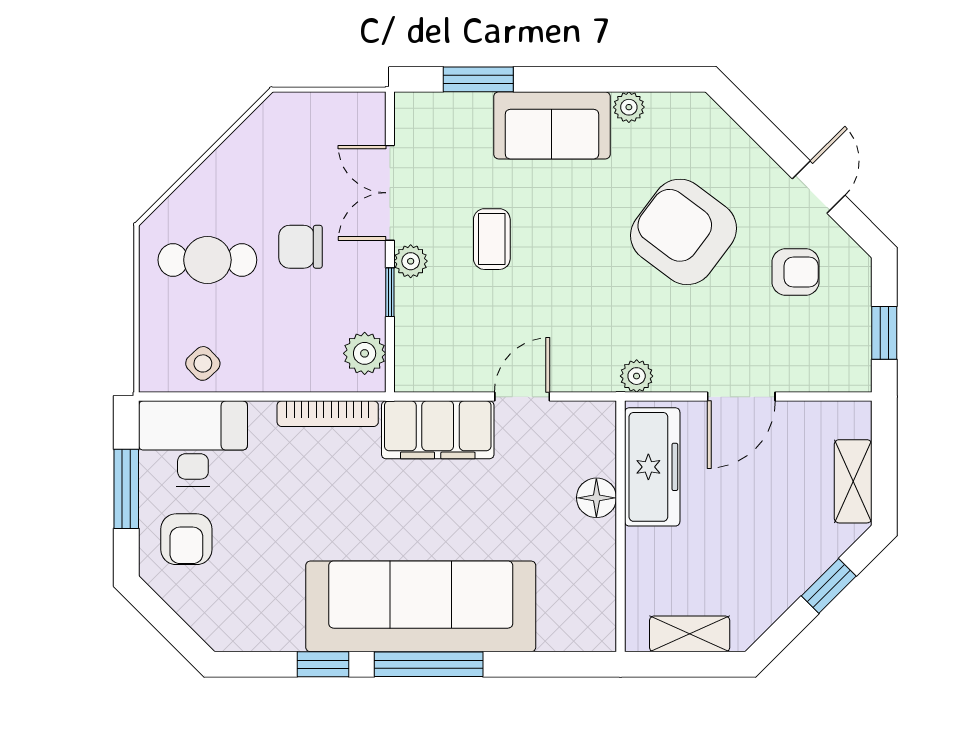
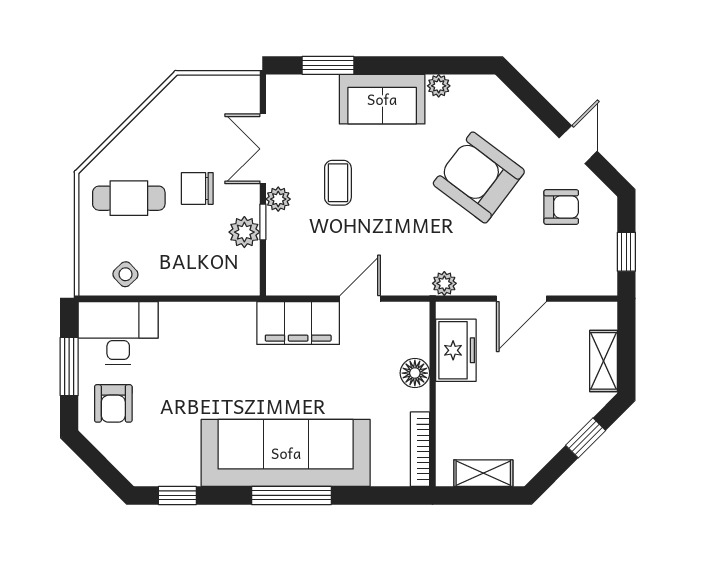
plant: (365, 353) -> (244, 232), moved
bookcase: (328, 414) -> (420, 449), moved, turned 90
freezer: (652, 467) -> (456, 350), width x0.71
window: (323, 664) -> (177, 495), moved

